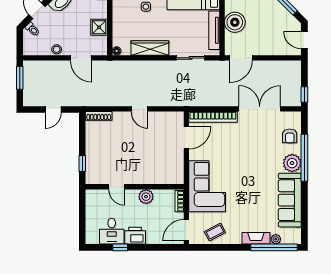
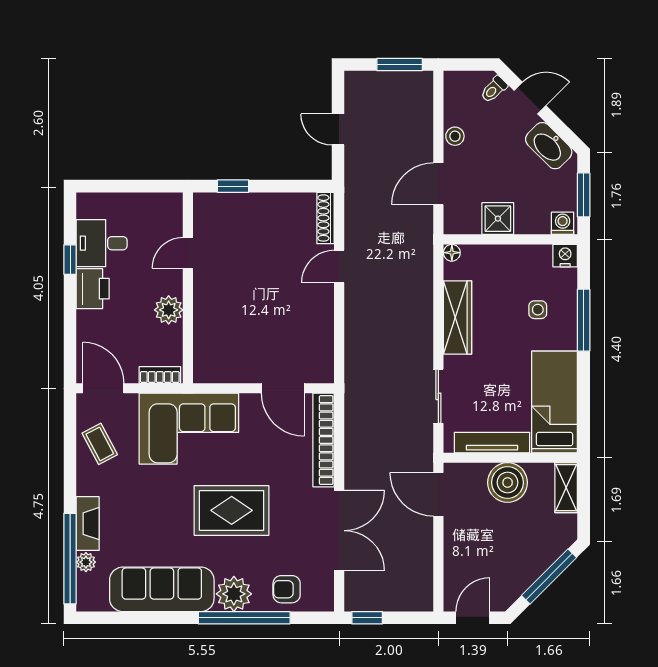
door: (140, 109) -> (339, 267), moved
rug: (249, 164) -> (232, 510), added

